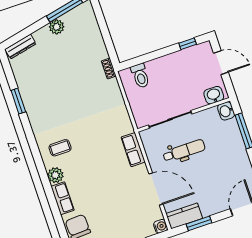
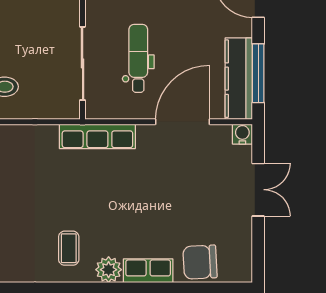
row of seats: (133, 150) -> (97, 136), width x1.48
kitchen counter: (184, 216) -> (239, 79), width x1.50
window: (199, 223) -> (258, 73), width x1.44

